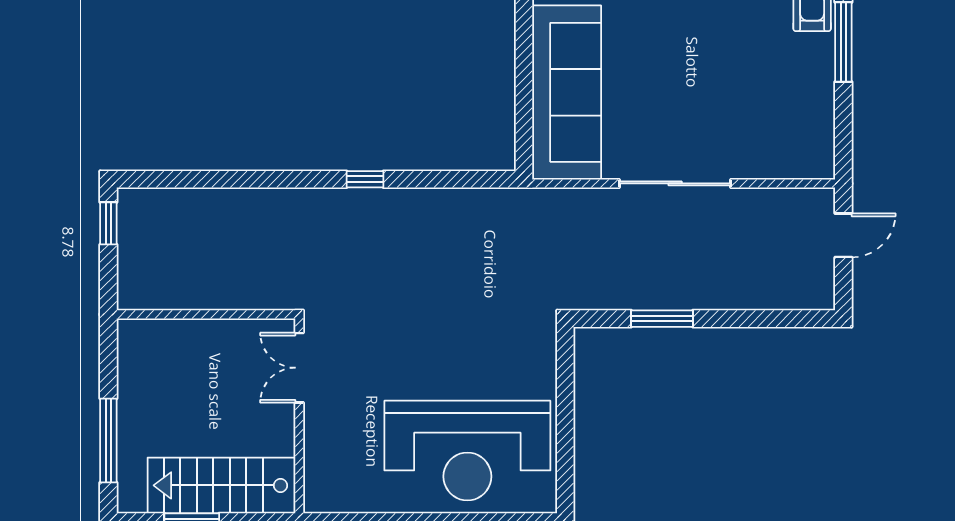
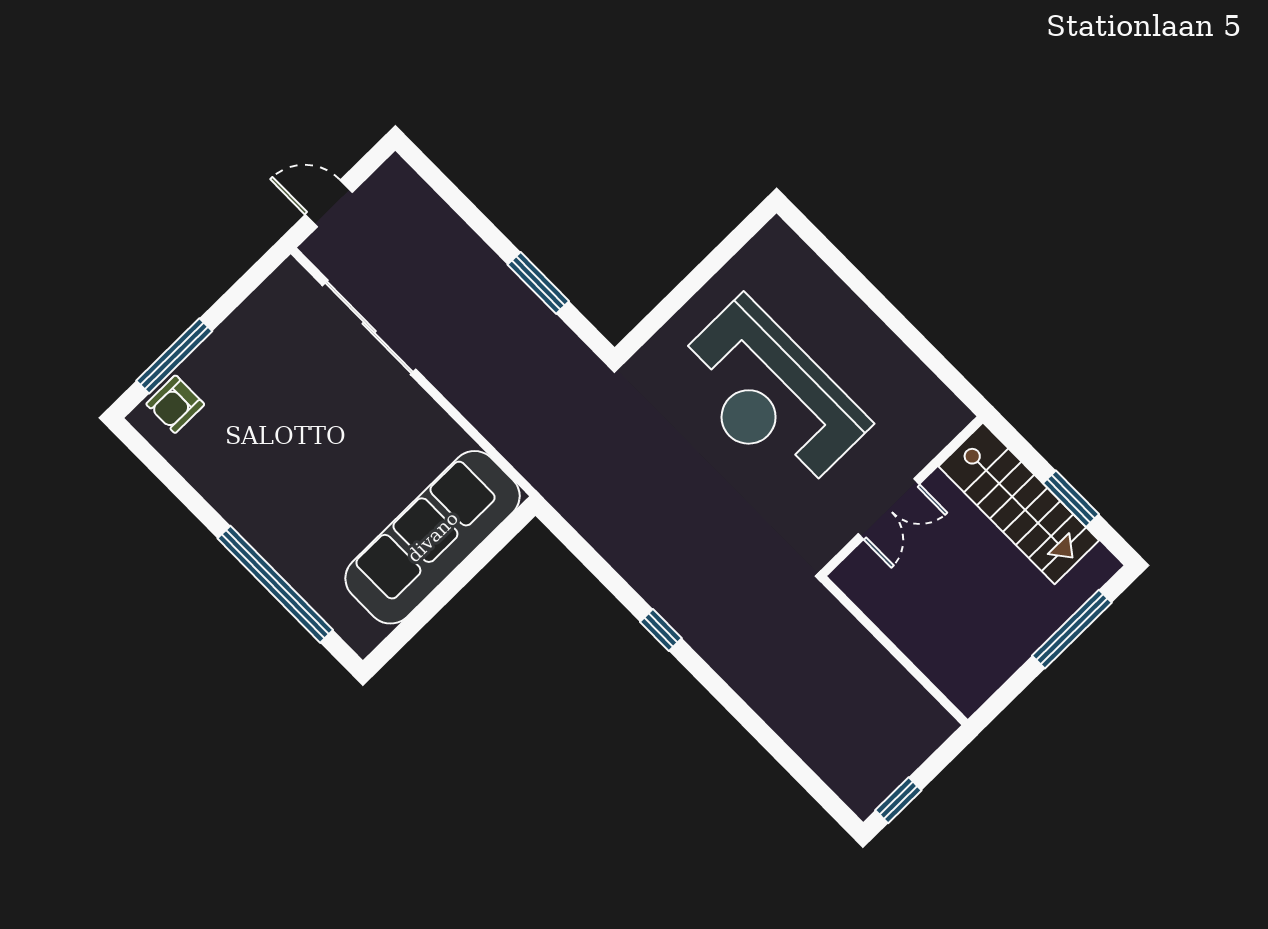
sliding door: (675, 183) -> (369, 327), moved
double door: (299, 368) -> (889, 509), moved
reception desk: (467, 451) -> (769, 396), moved, turned 180

